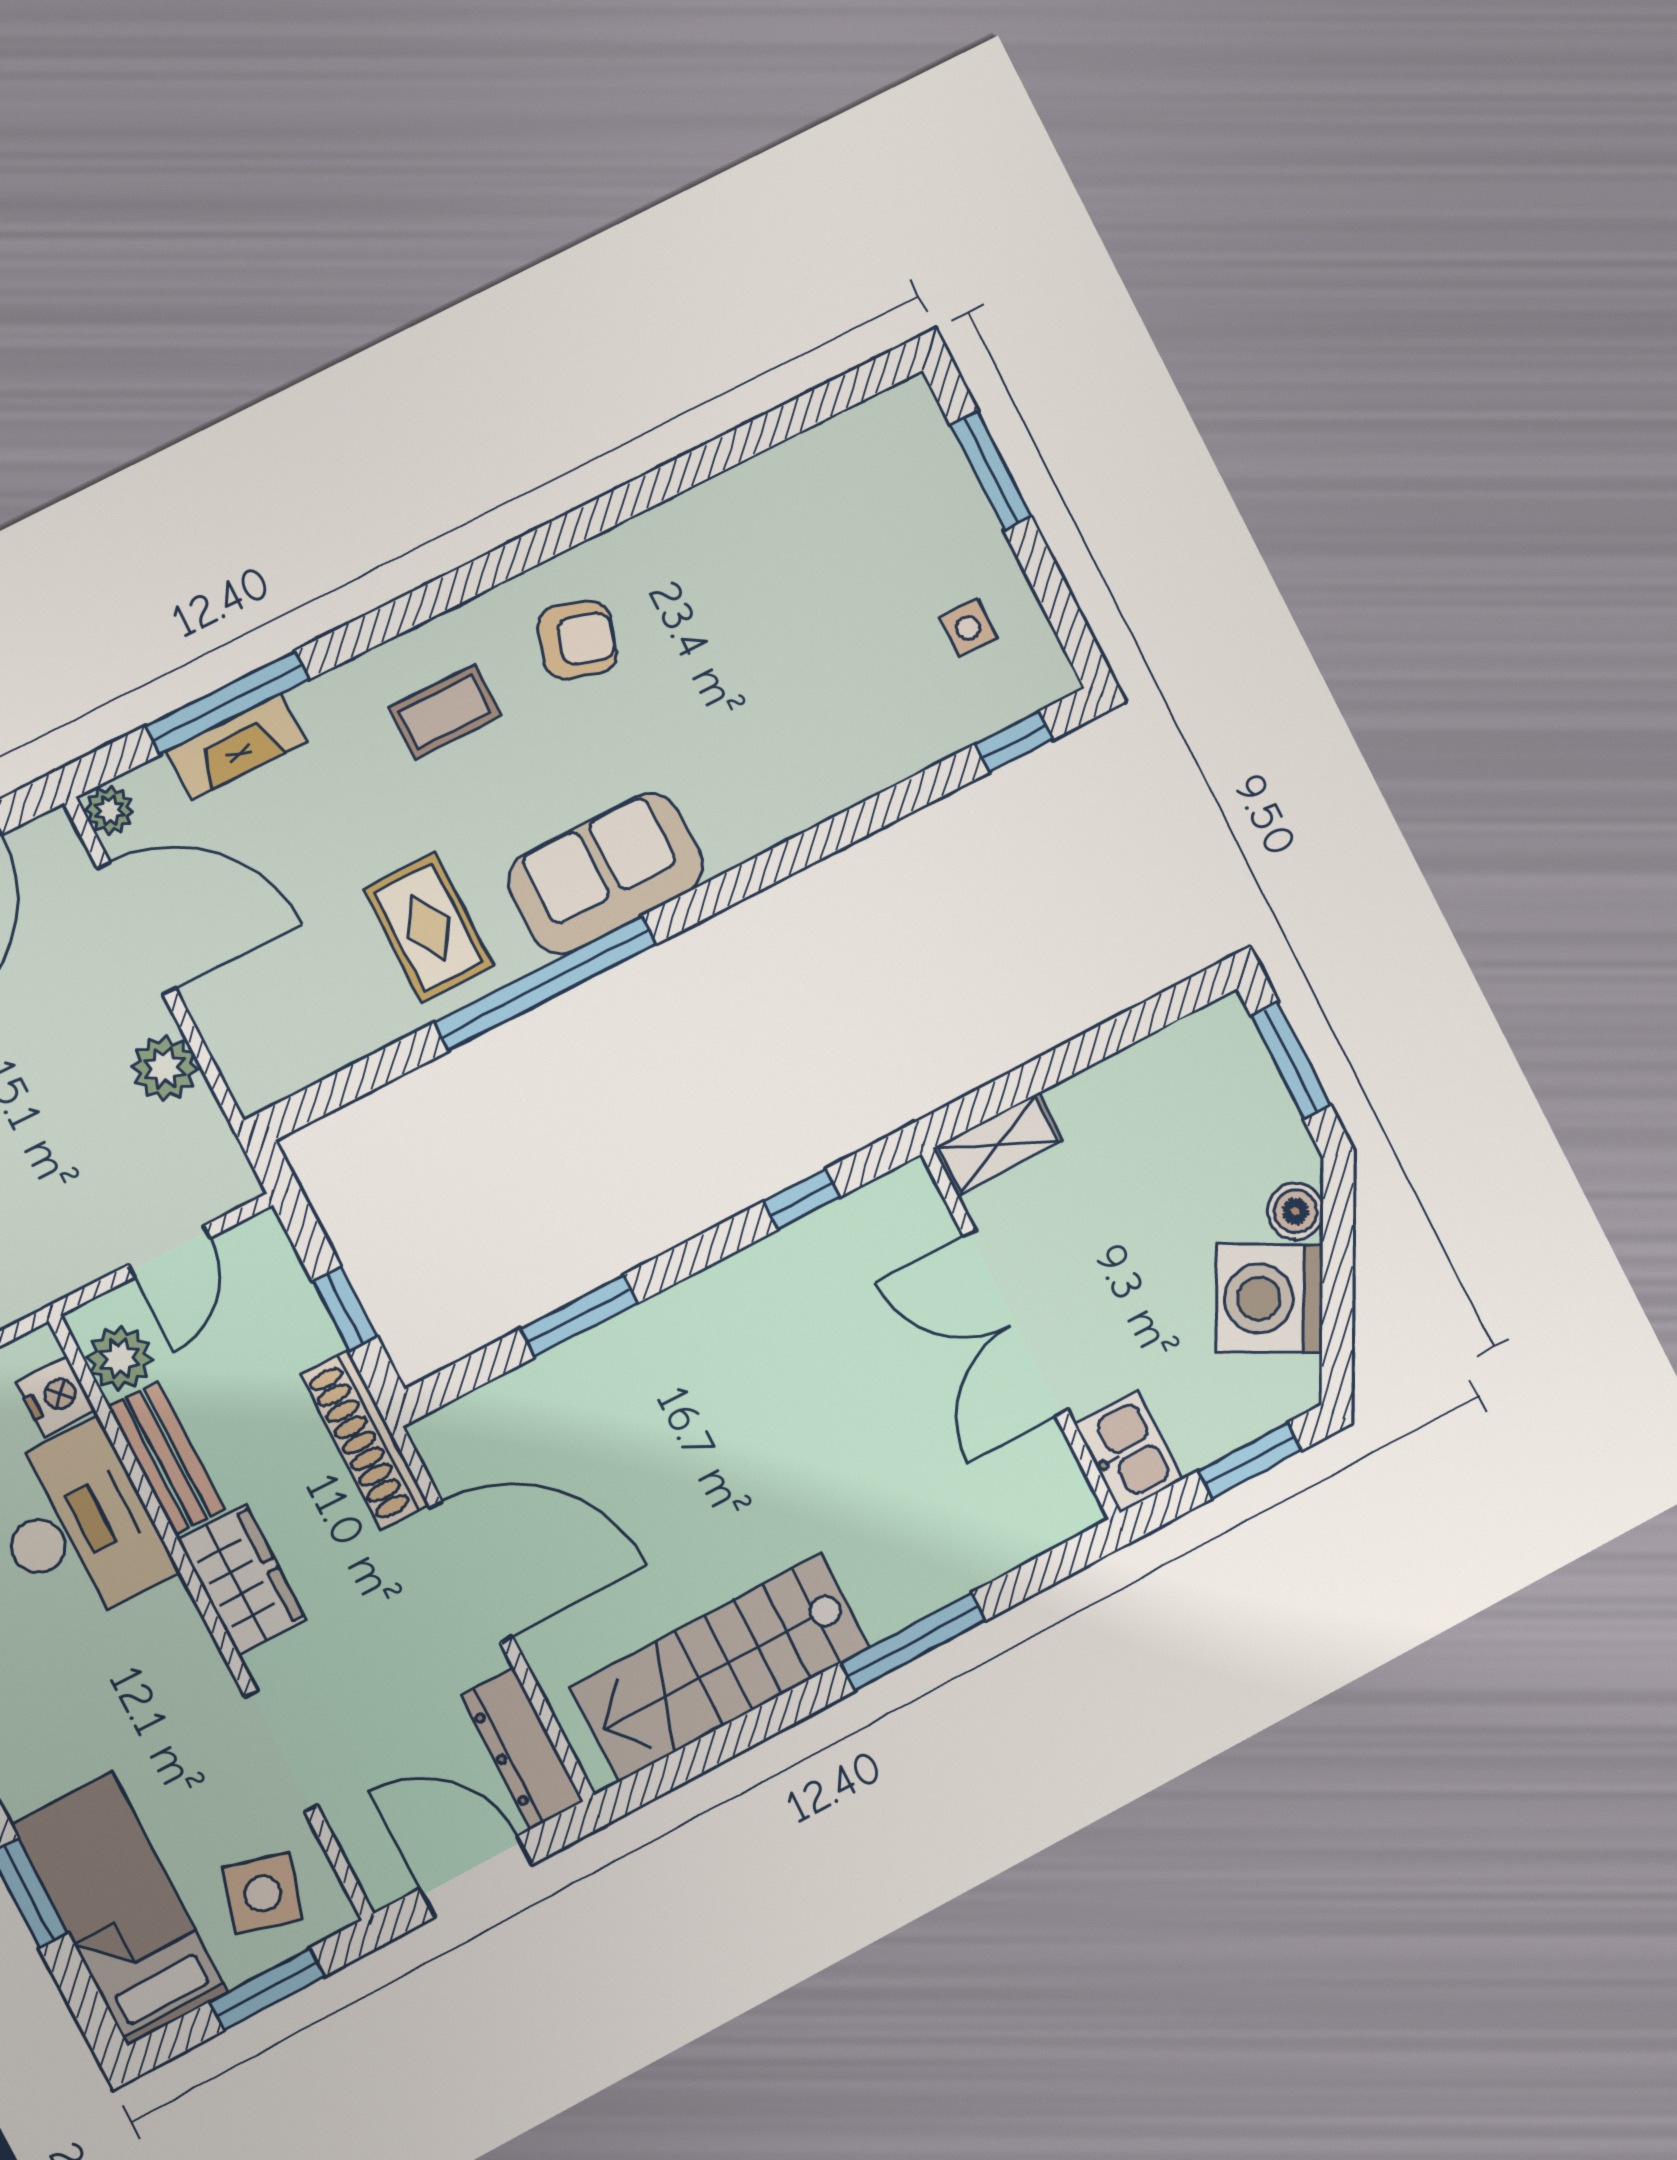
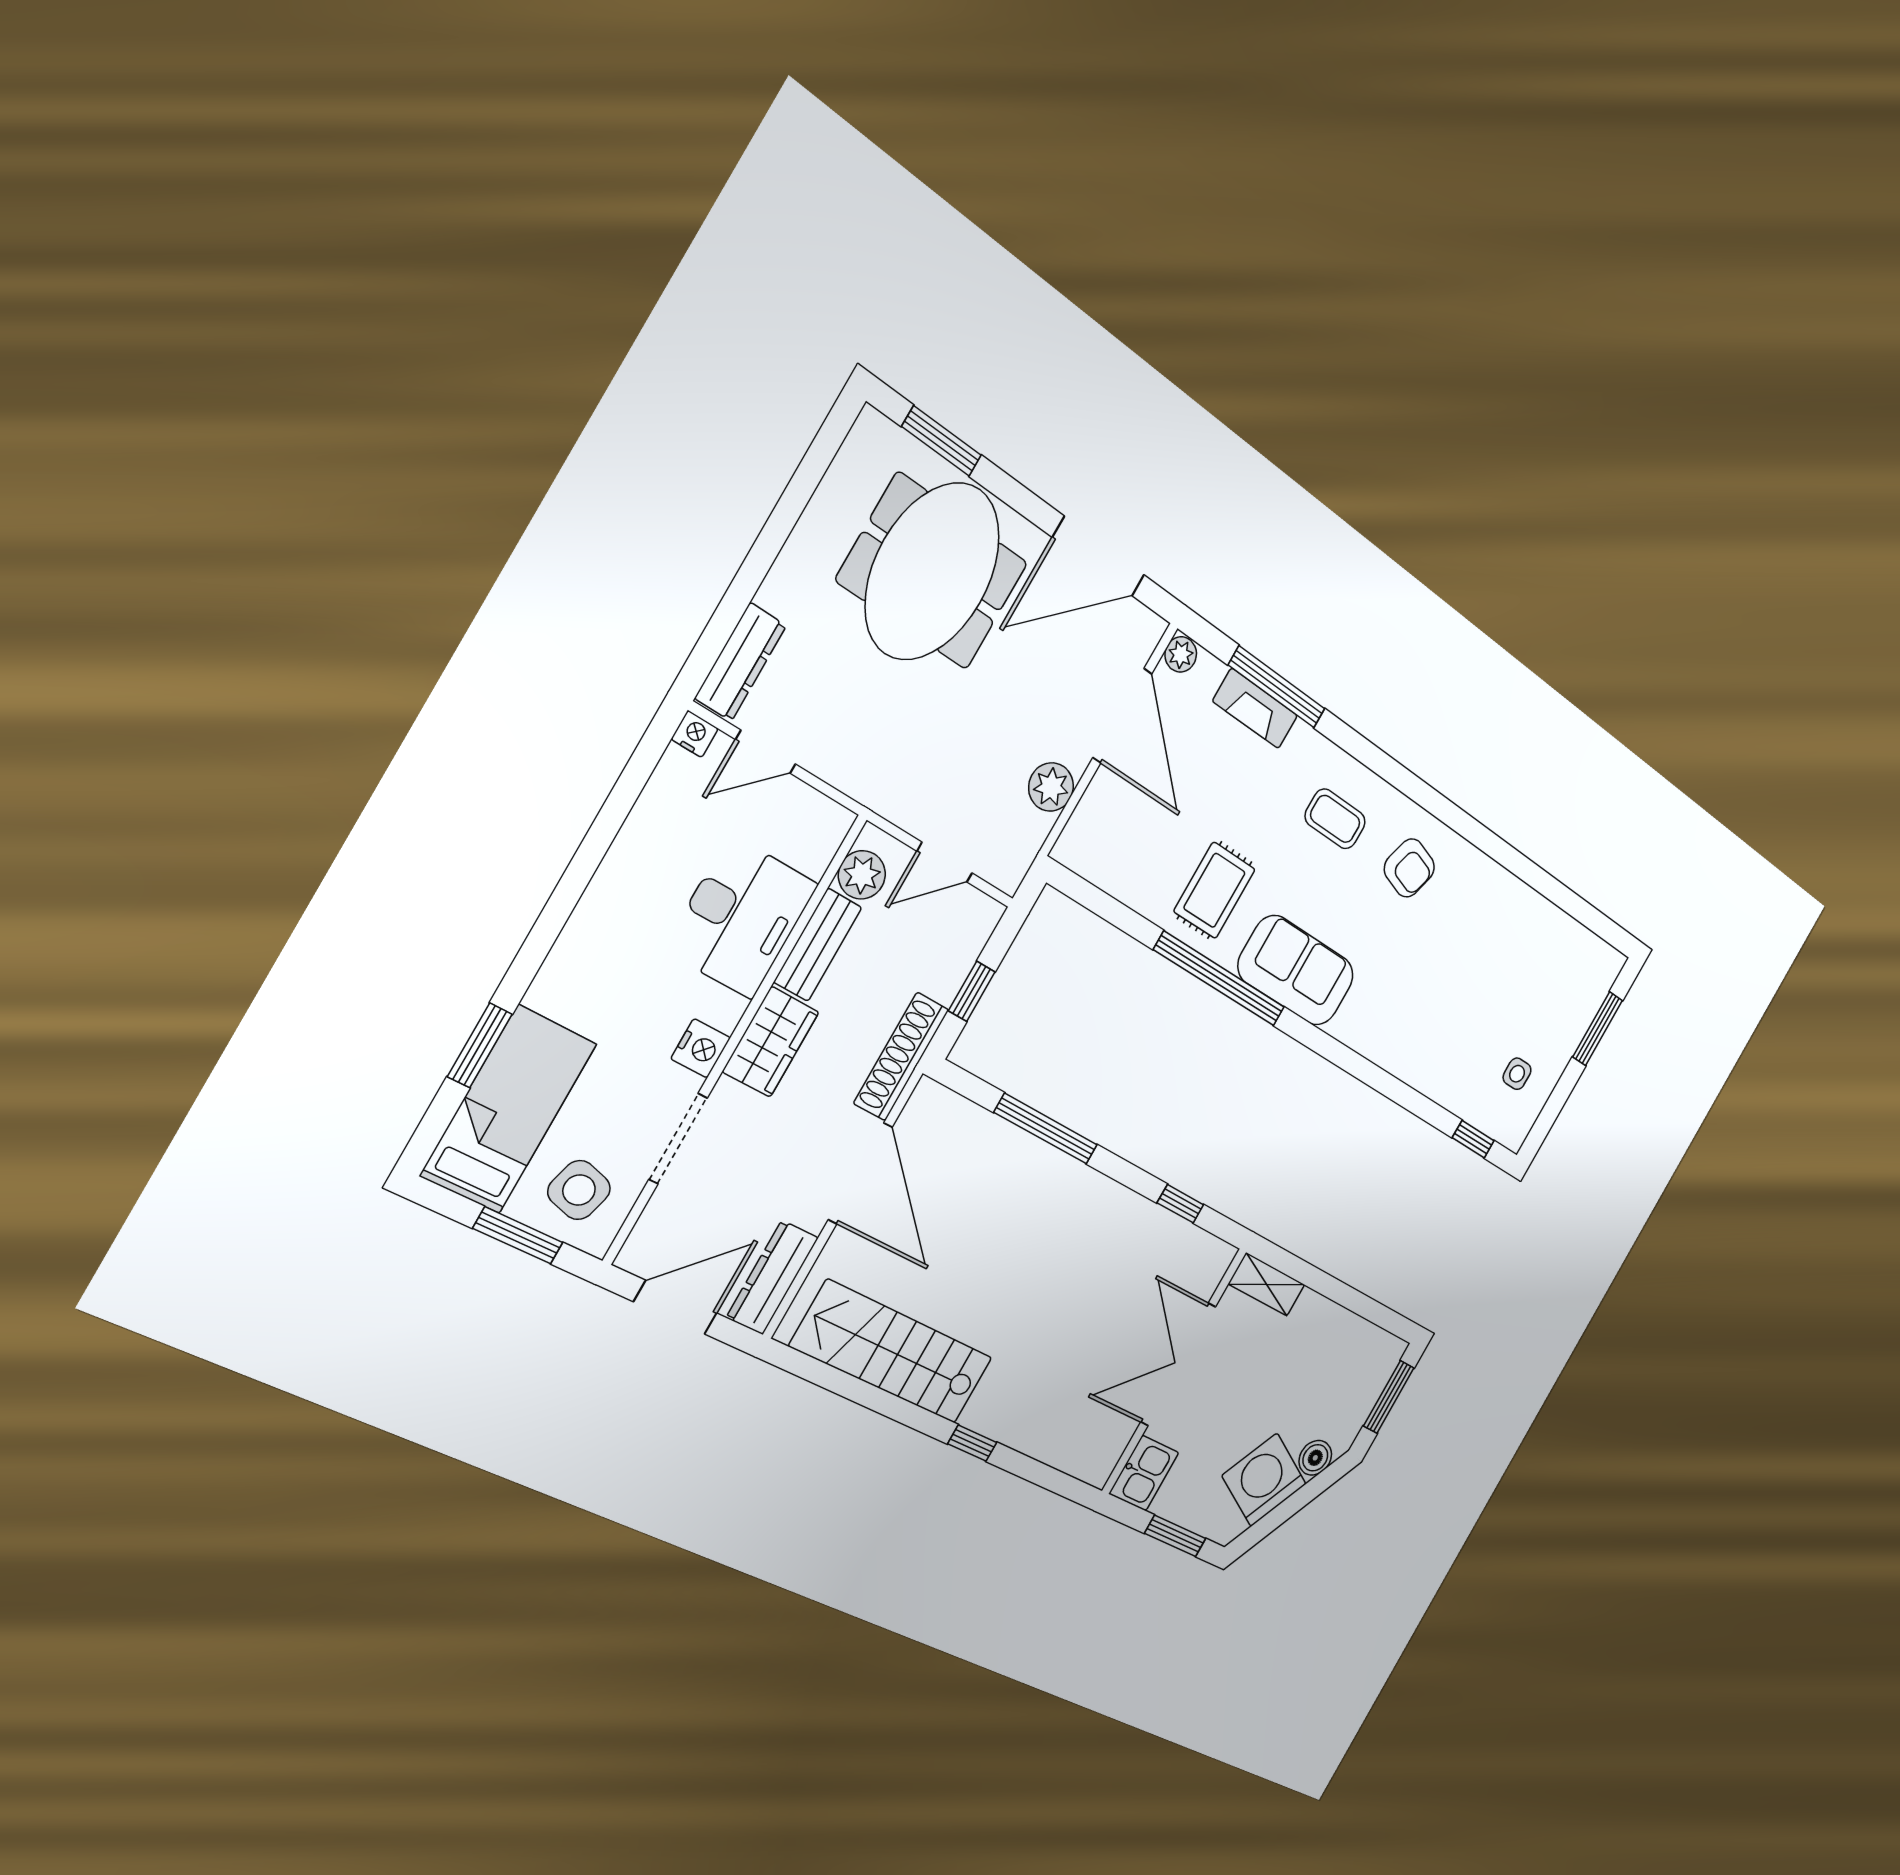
window: (579, 1316) -> (1046, 1129), width x1.44
nightstand: (56, 1396) -> (701, 1048), moved
window: (913, 1642) -> (972, 1443), width x0.46
door: (476, 1877) -> (675, 1307), hinge flipped

